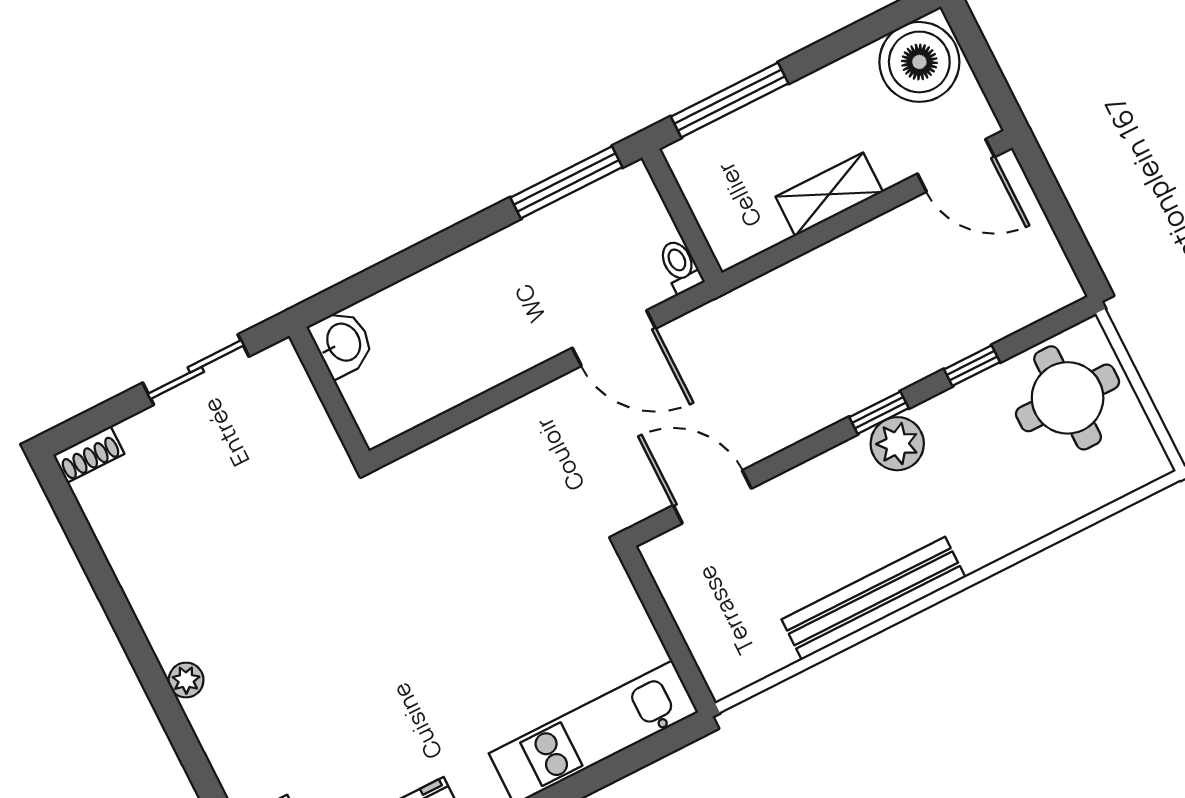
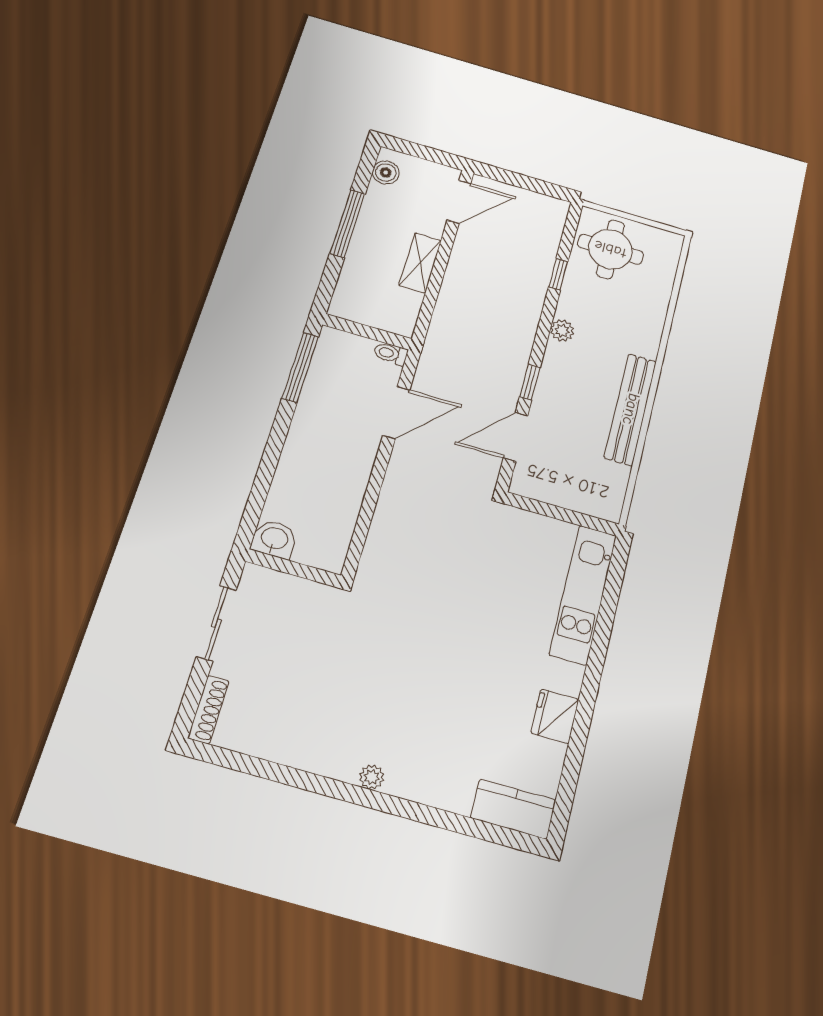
boiler: (919, 62) -> (386, 172), width x0.54, depth x0.54
window: (730, 100) -> (347, 224), moved
window: (879, 413) -> (530, 382), moved
plant: (897, 444) -> (562, 331), width x0.73, depth x0.73
shoe rack: (89, 454) -> (209, 710), width x1.43

